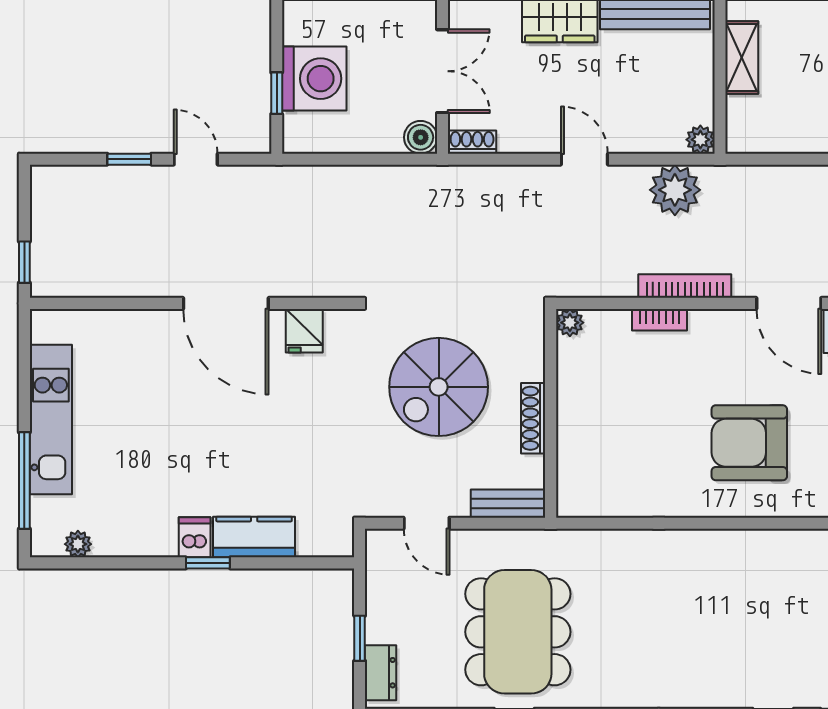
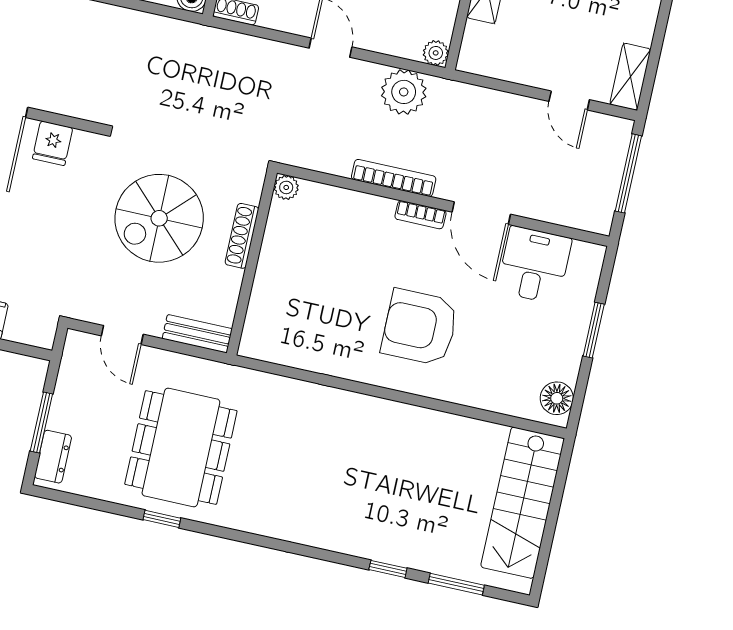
bookcase: (659, 320) -> (420, 215), moved
shoe rack: (533, 418) -> (242, 236), moved
window: (360, 638) -> (41, 422), width x1.50

